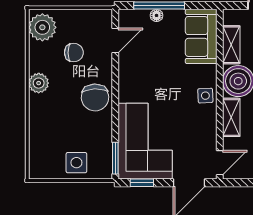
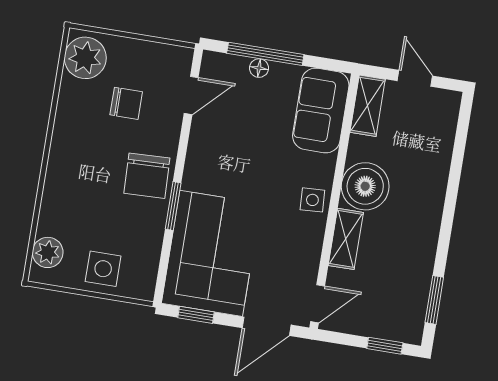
shelving: (231, 45) -> (368, 106), moved
plant: (39, 83) -> (48, 252), moved
window: (115, 158) -> (173, 206), moved

